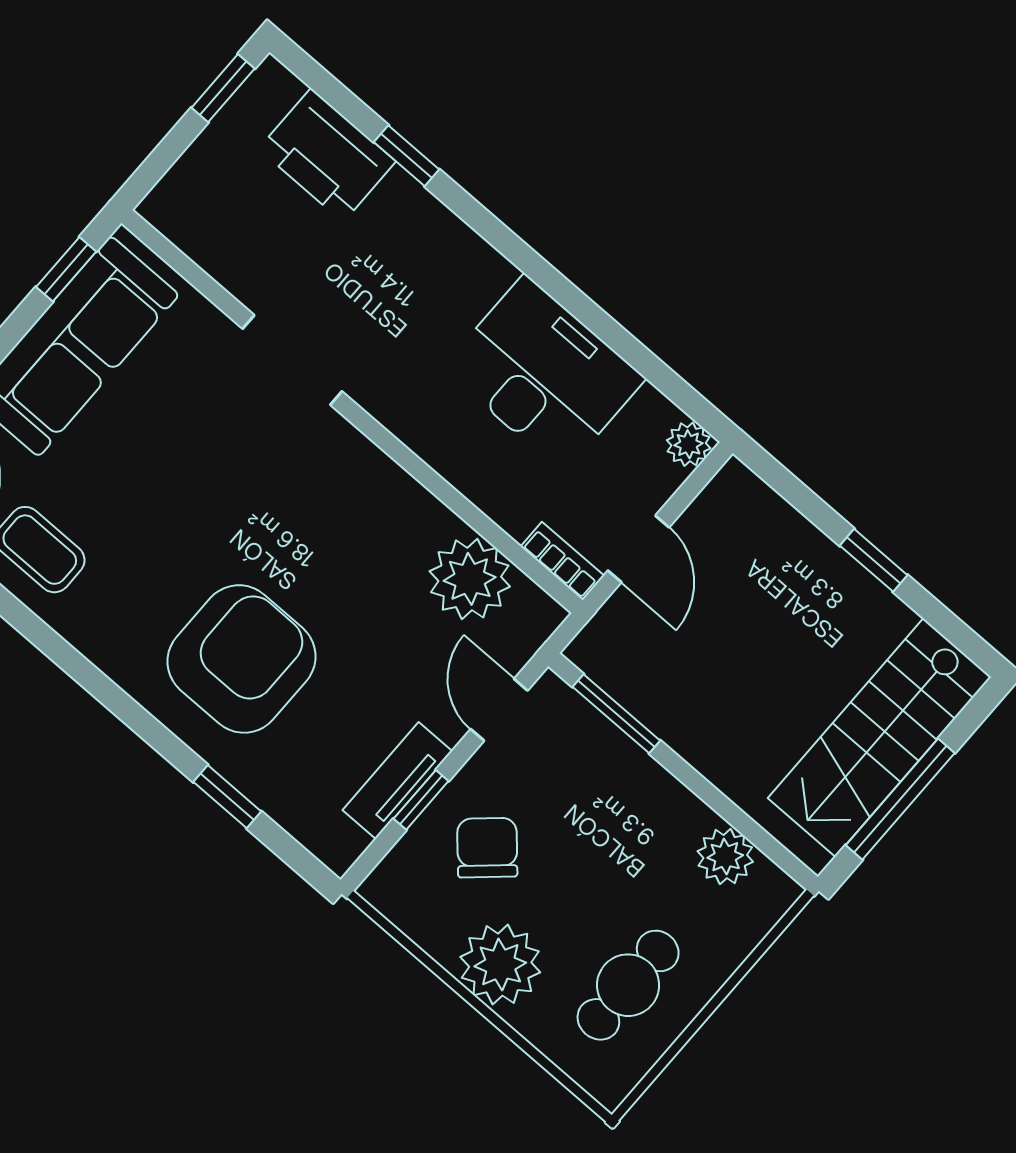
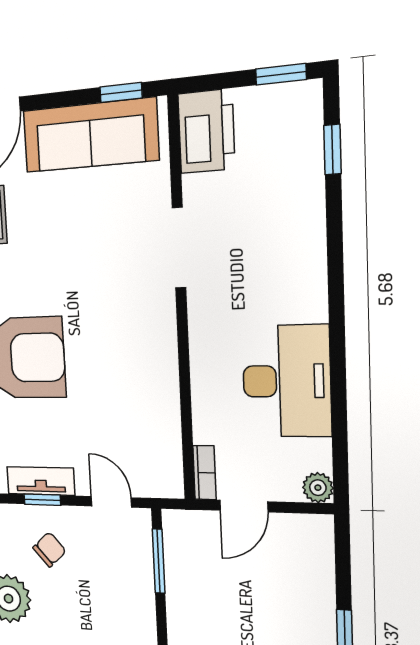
printer: (327, 155) -> (206, 131), moved, turned 180
window: (407, 156) -> (333, 149), moved
plant: (470, 579) -> (156, 434), removed
door: (499, 710) -> (111, 502), hinge flipped
chair: (487, 848) -> (49, 549), width x0.73, depth x0.73

